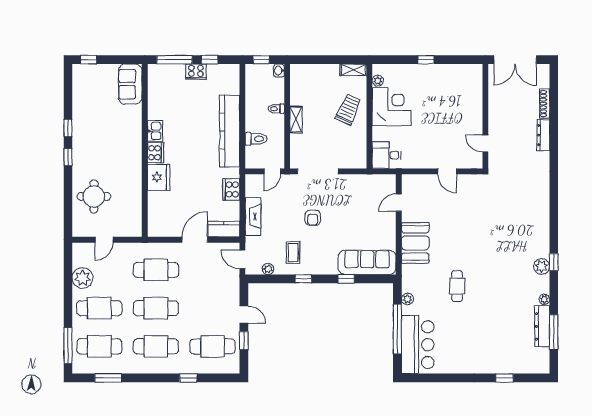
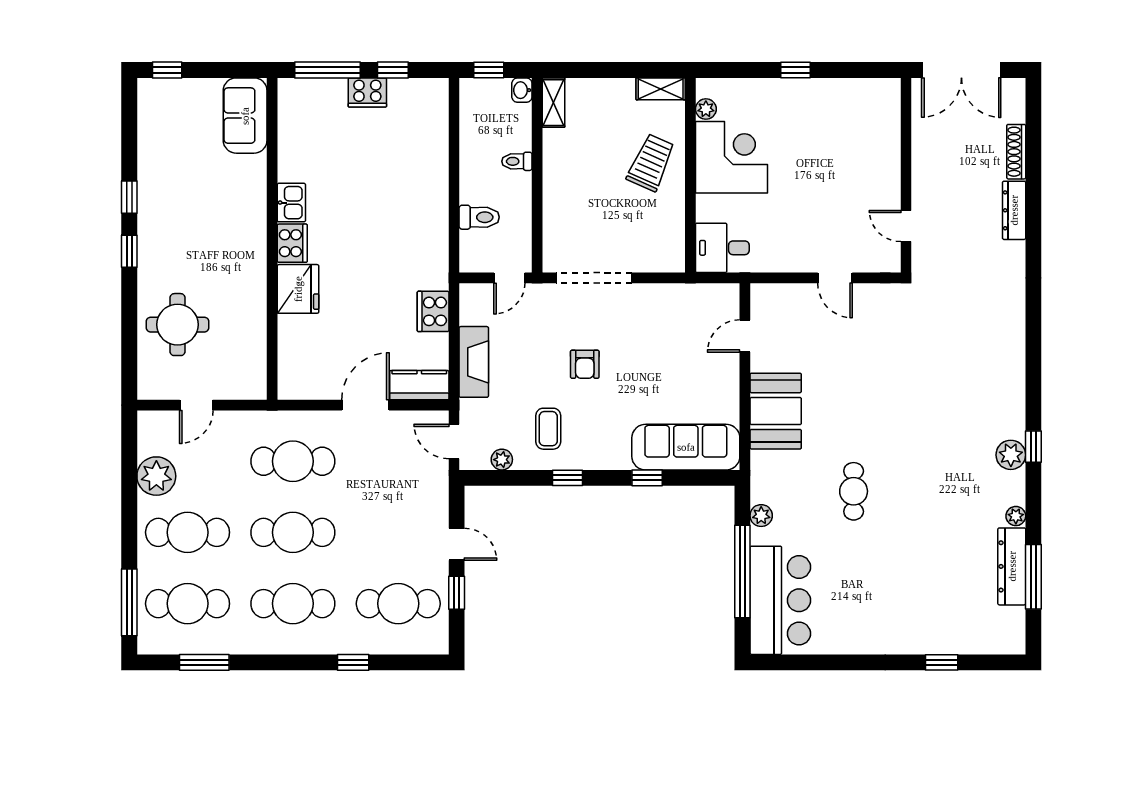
shelving: (296, 120) -> (553, 103), moved
kitchen counter: (230, 131) -> (430, 203), removed

